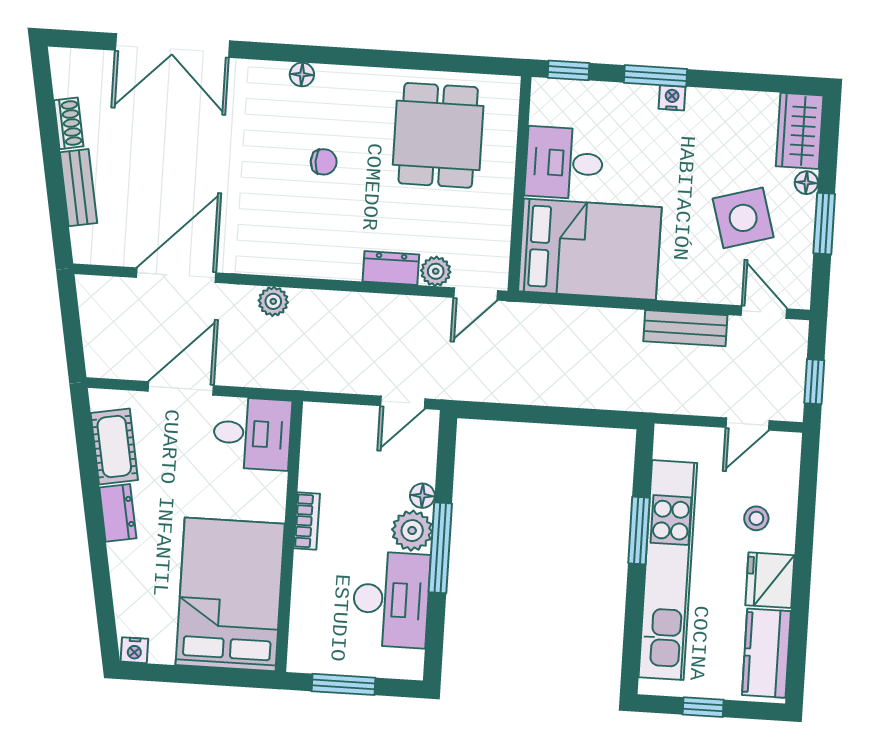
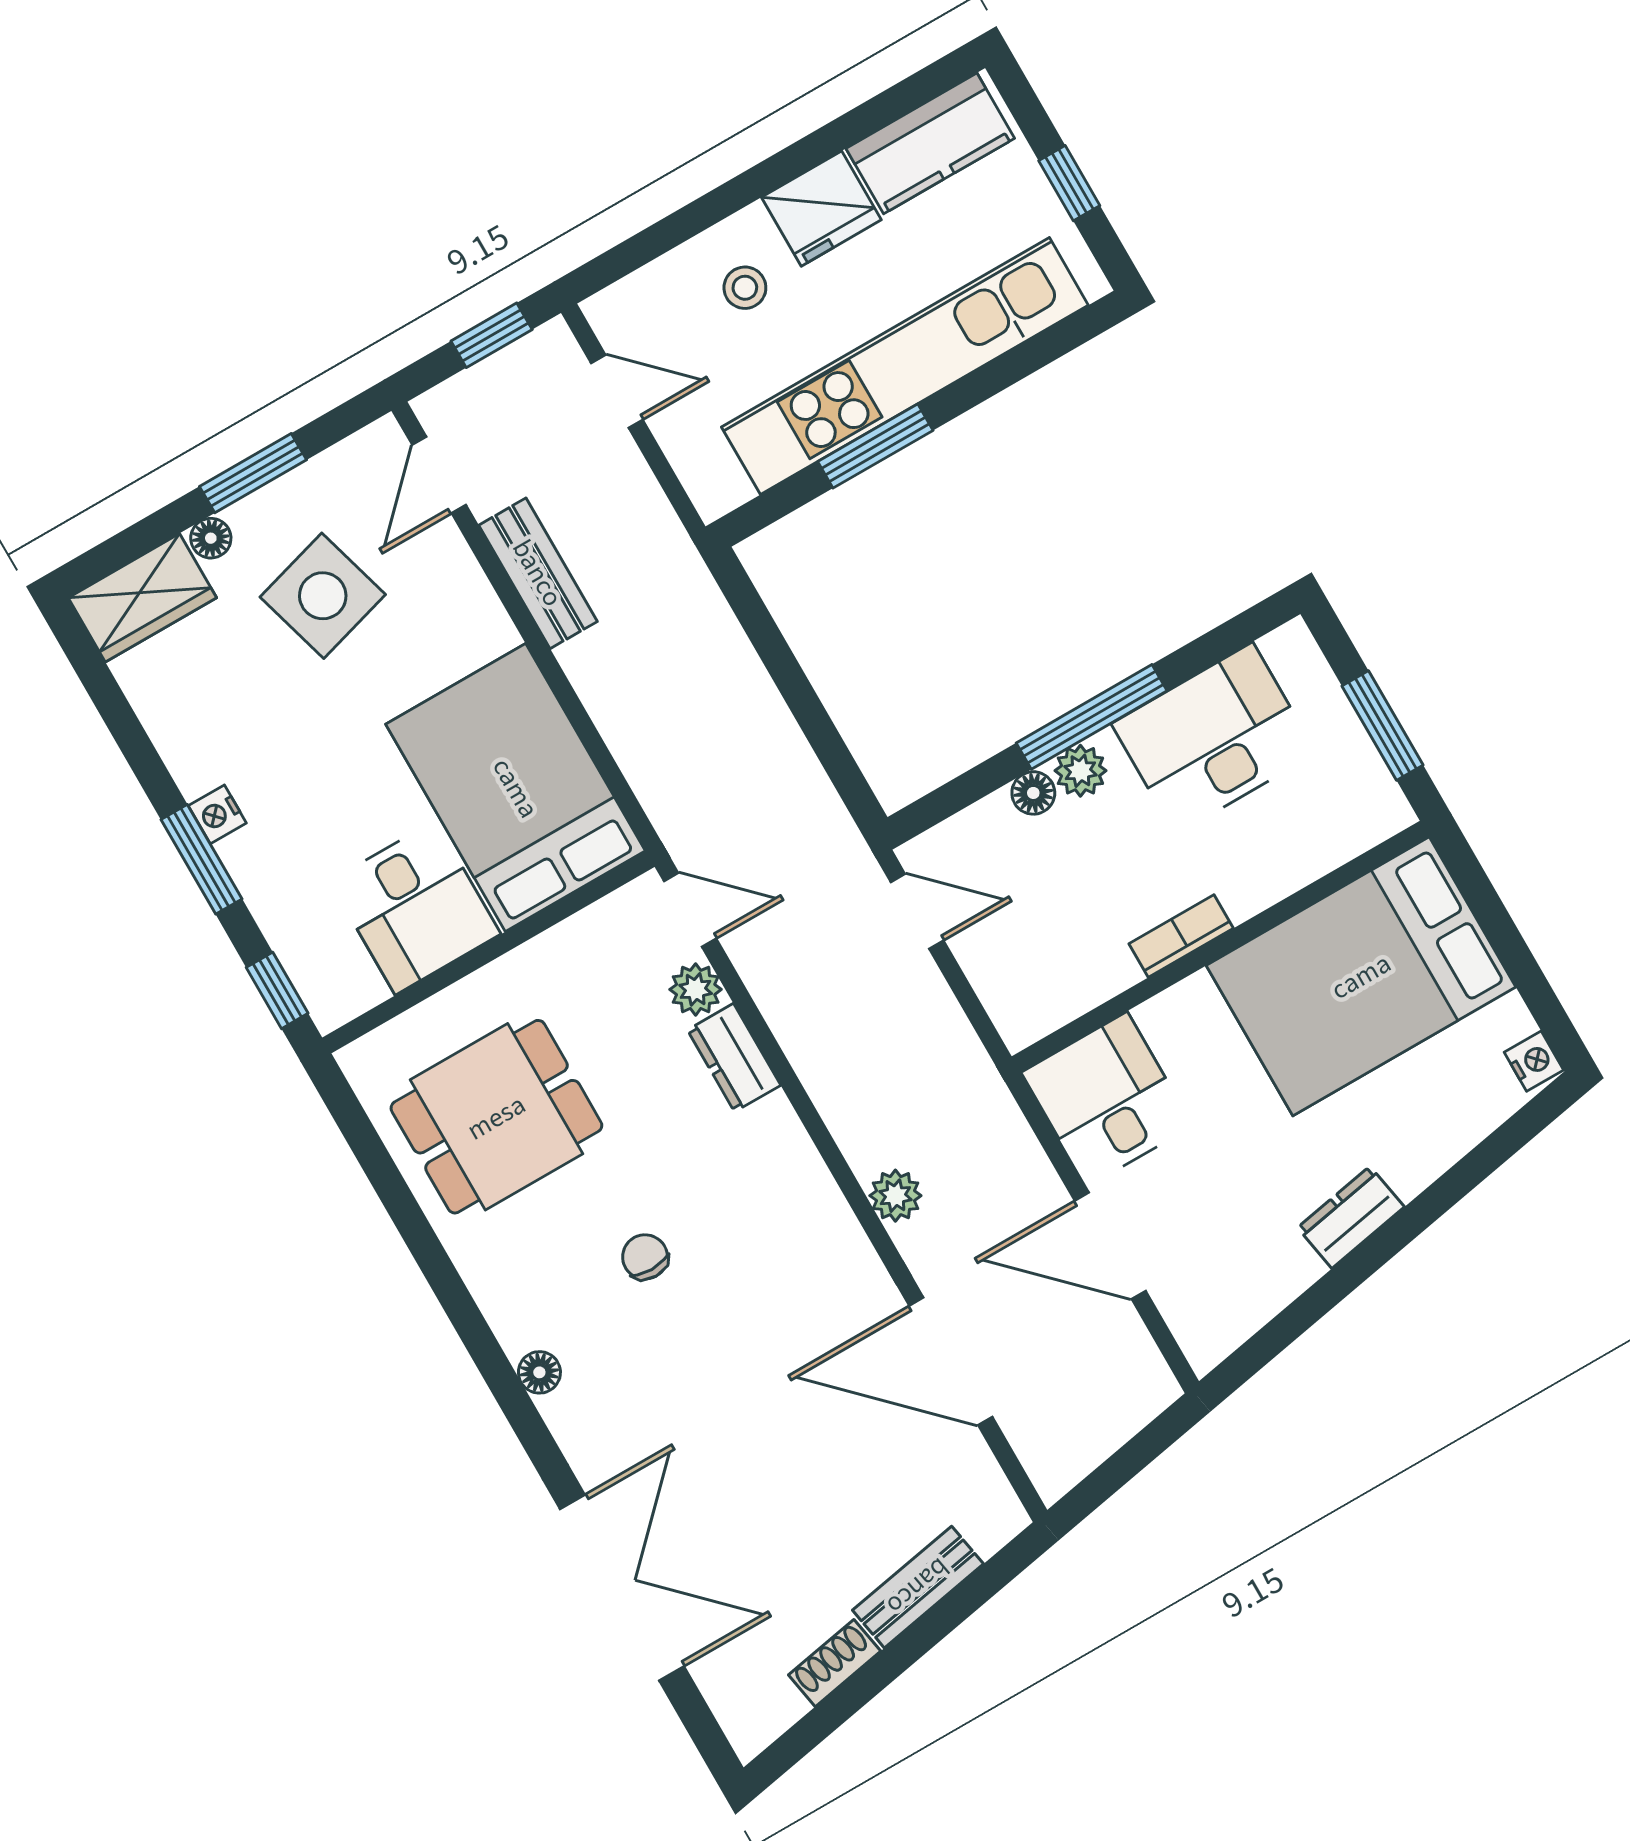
cot: (114, 446) -> (1258, 1286), removed
plant: (412, 531) -> (1080, 771), width x0.73, depth x0.73

